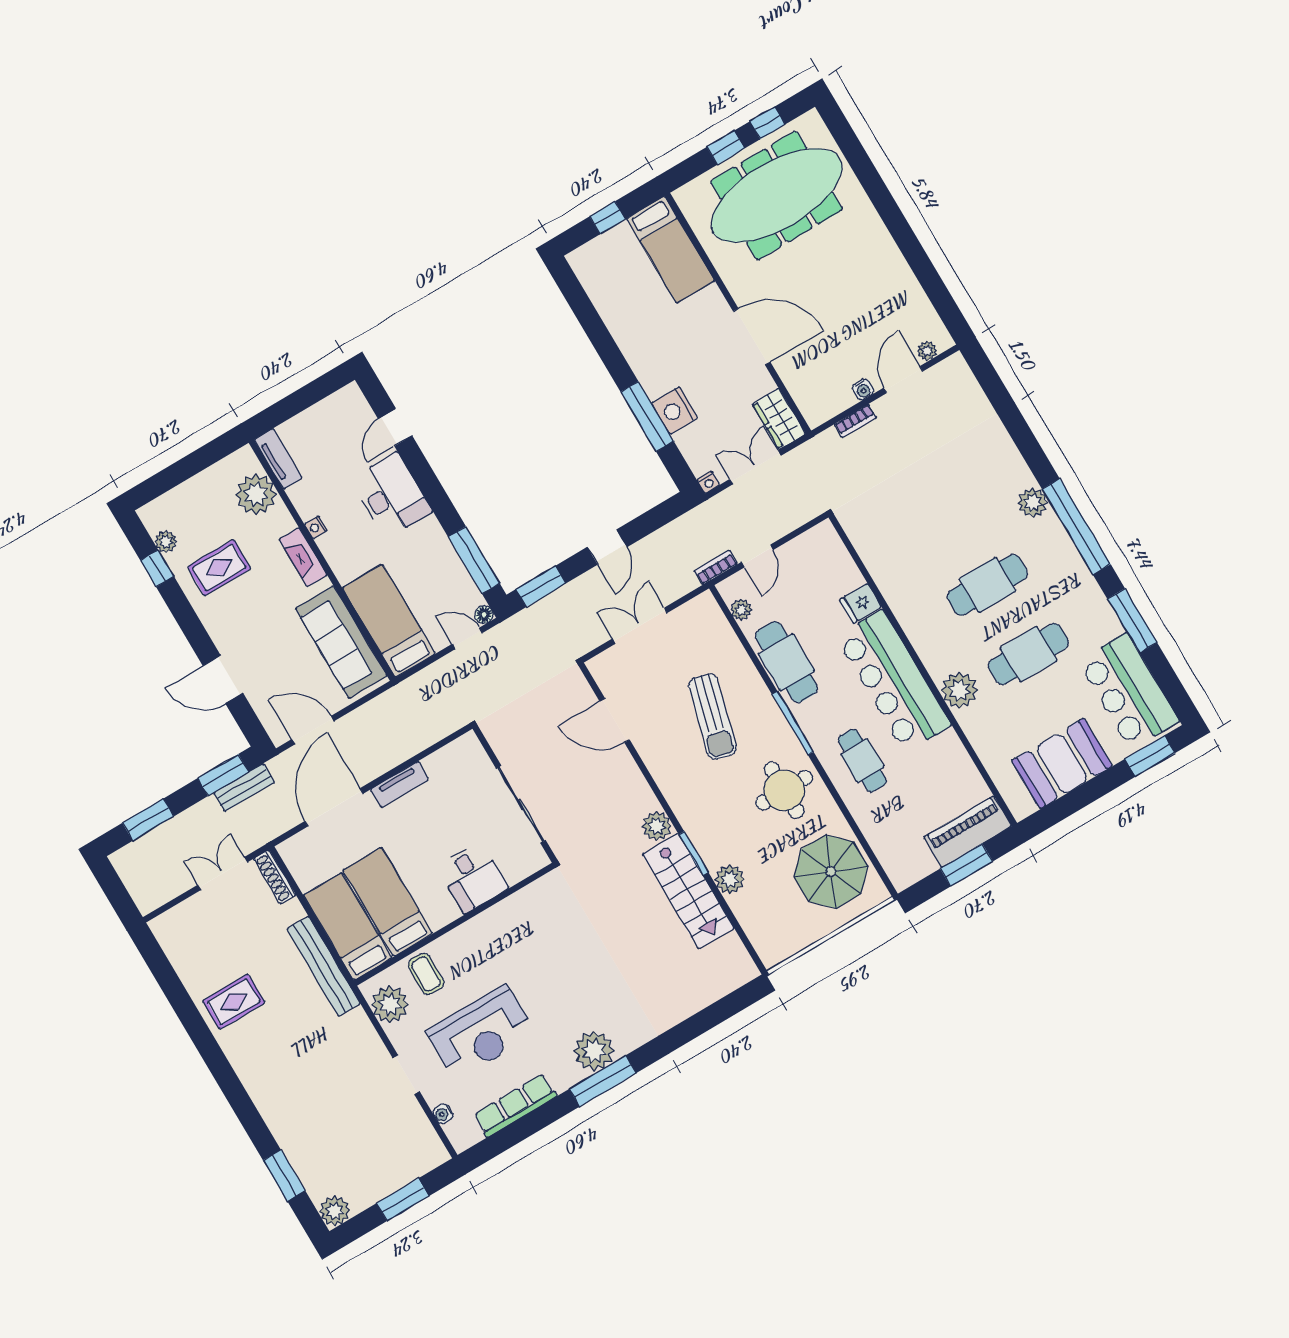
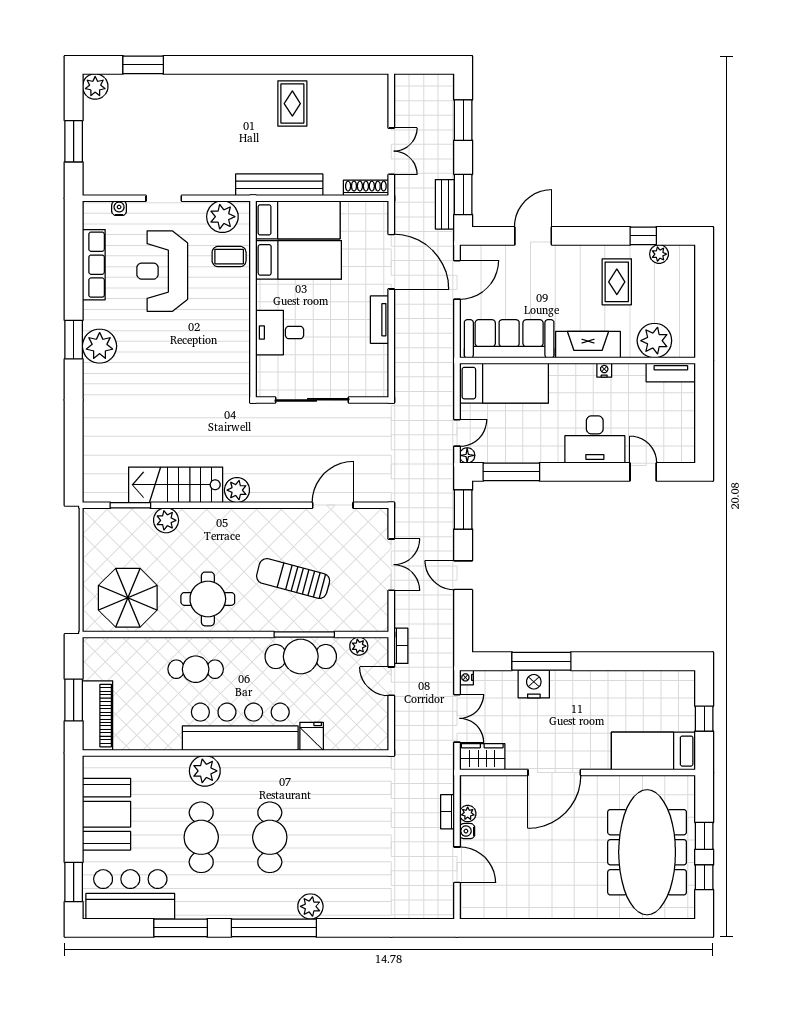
plant: (927, 351) -> (468, 814), moved
fireplace: (303, 557) -> (588, 345), width x1.37, depth x1.32
window: (793, 723) -> (304, 635), moved
window: (694, 854) -> (130, 505), moved
window: (603, 1081) -> (74, 340), width x0.69

